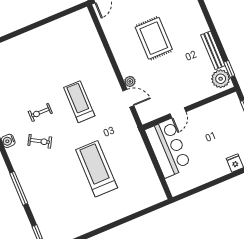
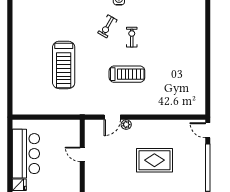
bar counter: (168, 148) -> (26, 154), moved, turned -90
treadmill: (97, 169) -> (64, 65), turned 90

